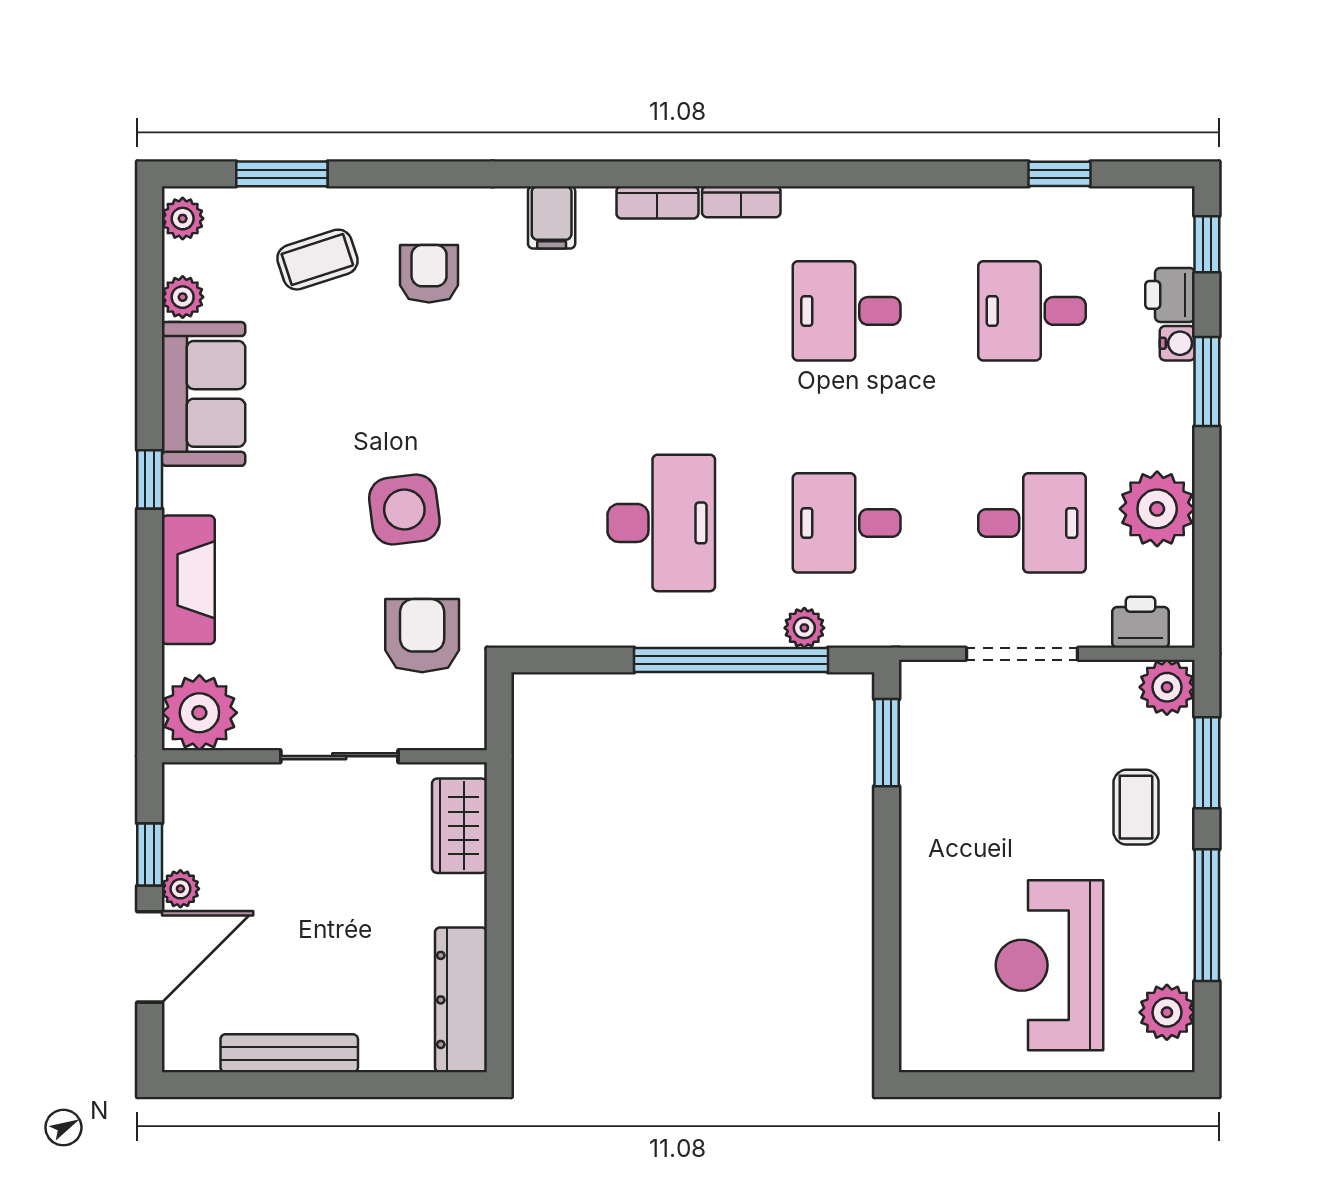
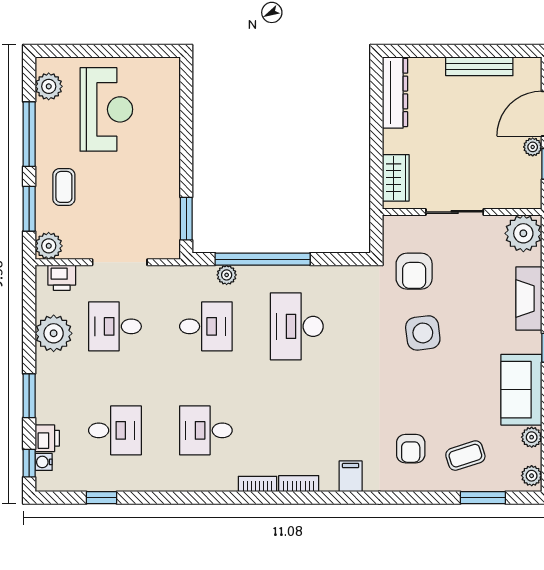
desk: (847, 311) -> (206, 430), turned 180
water cooler: (1177, 343) -> (44, 462), moved

